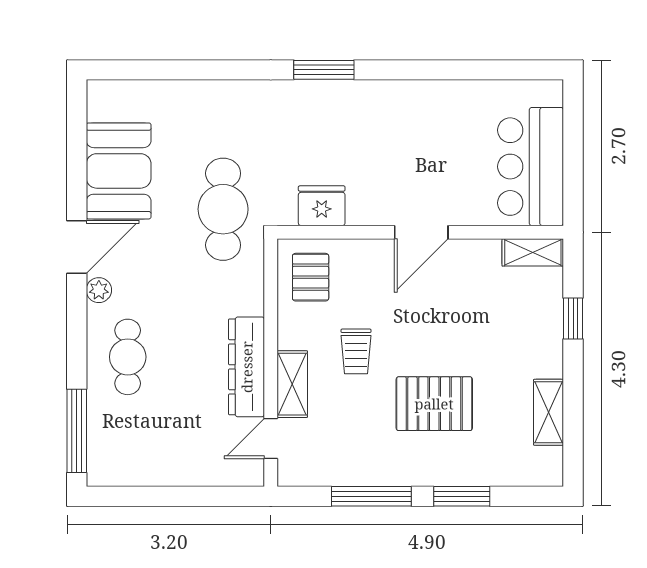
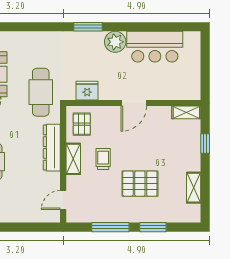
plant: (382, 102) -> (115, 42), added
bar counter: (531, 167) -> (155, 47), moved, turned -90
trolley: (356, 351) -> (103, 159), turned 180
dresser: (247, 367) -> (52, 148), moved
shelving: (292, 384) -> (73, 159), moved

